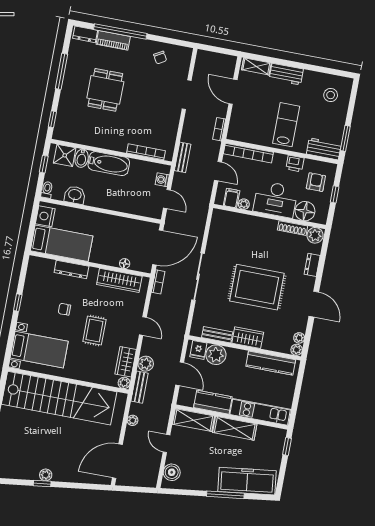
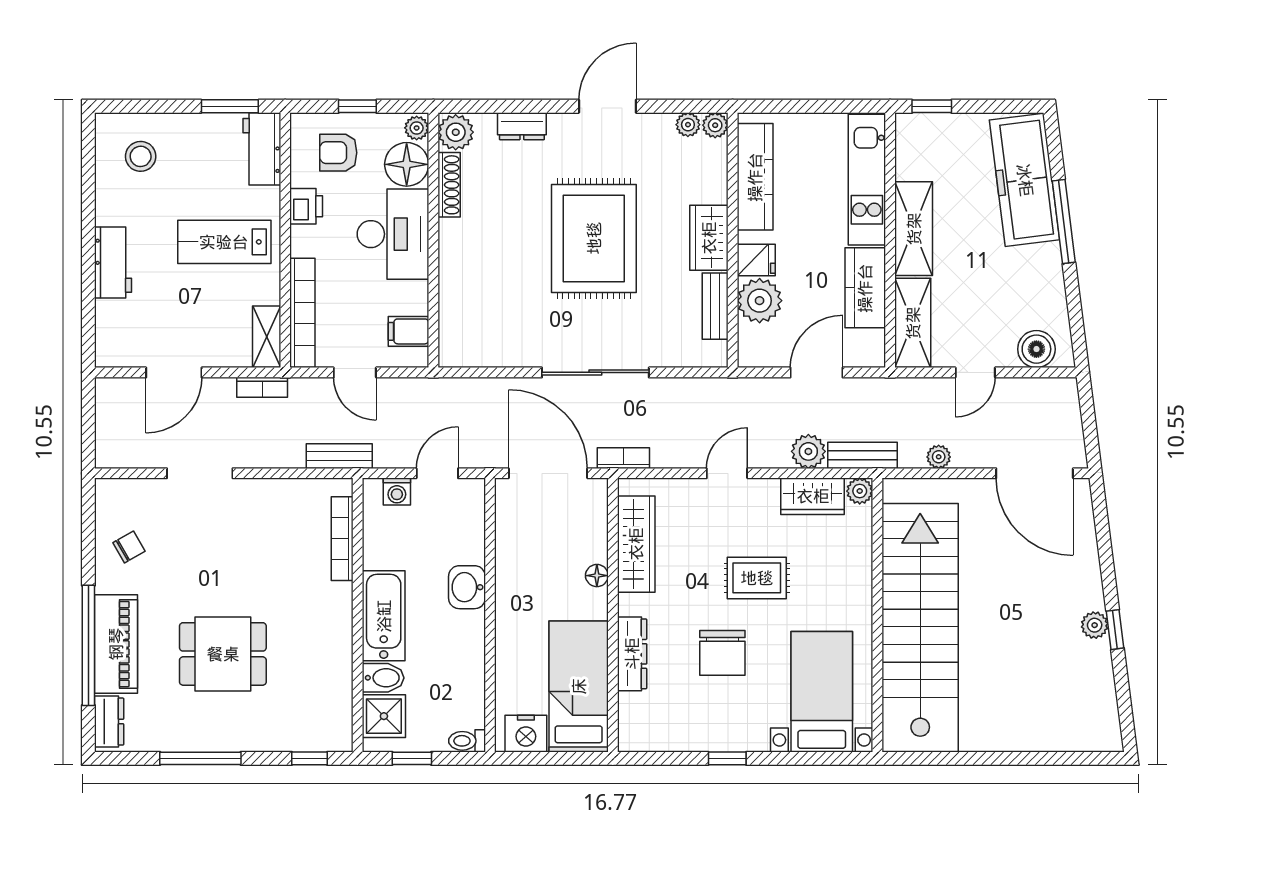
piano: (113, 40) -> (116, 644), width x1.37, depth x1.33
shelving: (256, 66) -> (267, 337), moved
door: (218, 171) -> (355, 372), swing flipped
washbasin: (75, 195) -> (467, 587), moved
plant: (244, 204) -> (417, 128), moved
floor lamp: (125, 264) -> (597, 576), moved
chair: (64, 309) -> (722, 653), width x1.87, depth x1.87
fridge: (198, 350) -> (756, 260), moved

